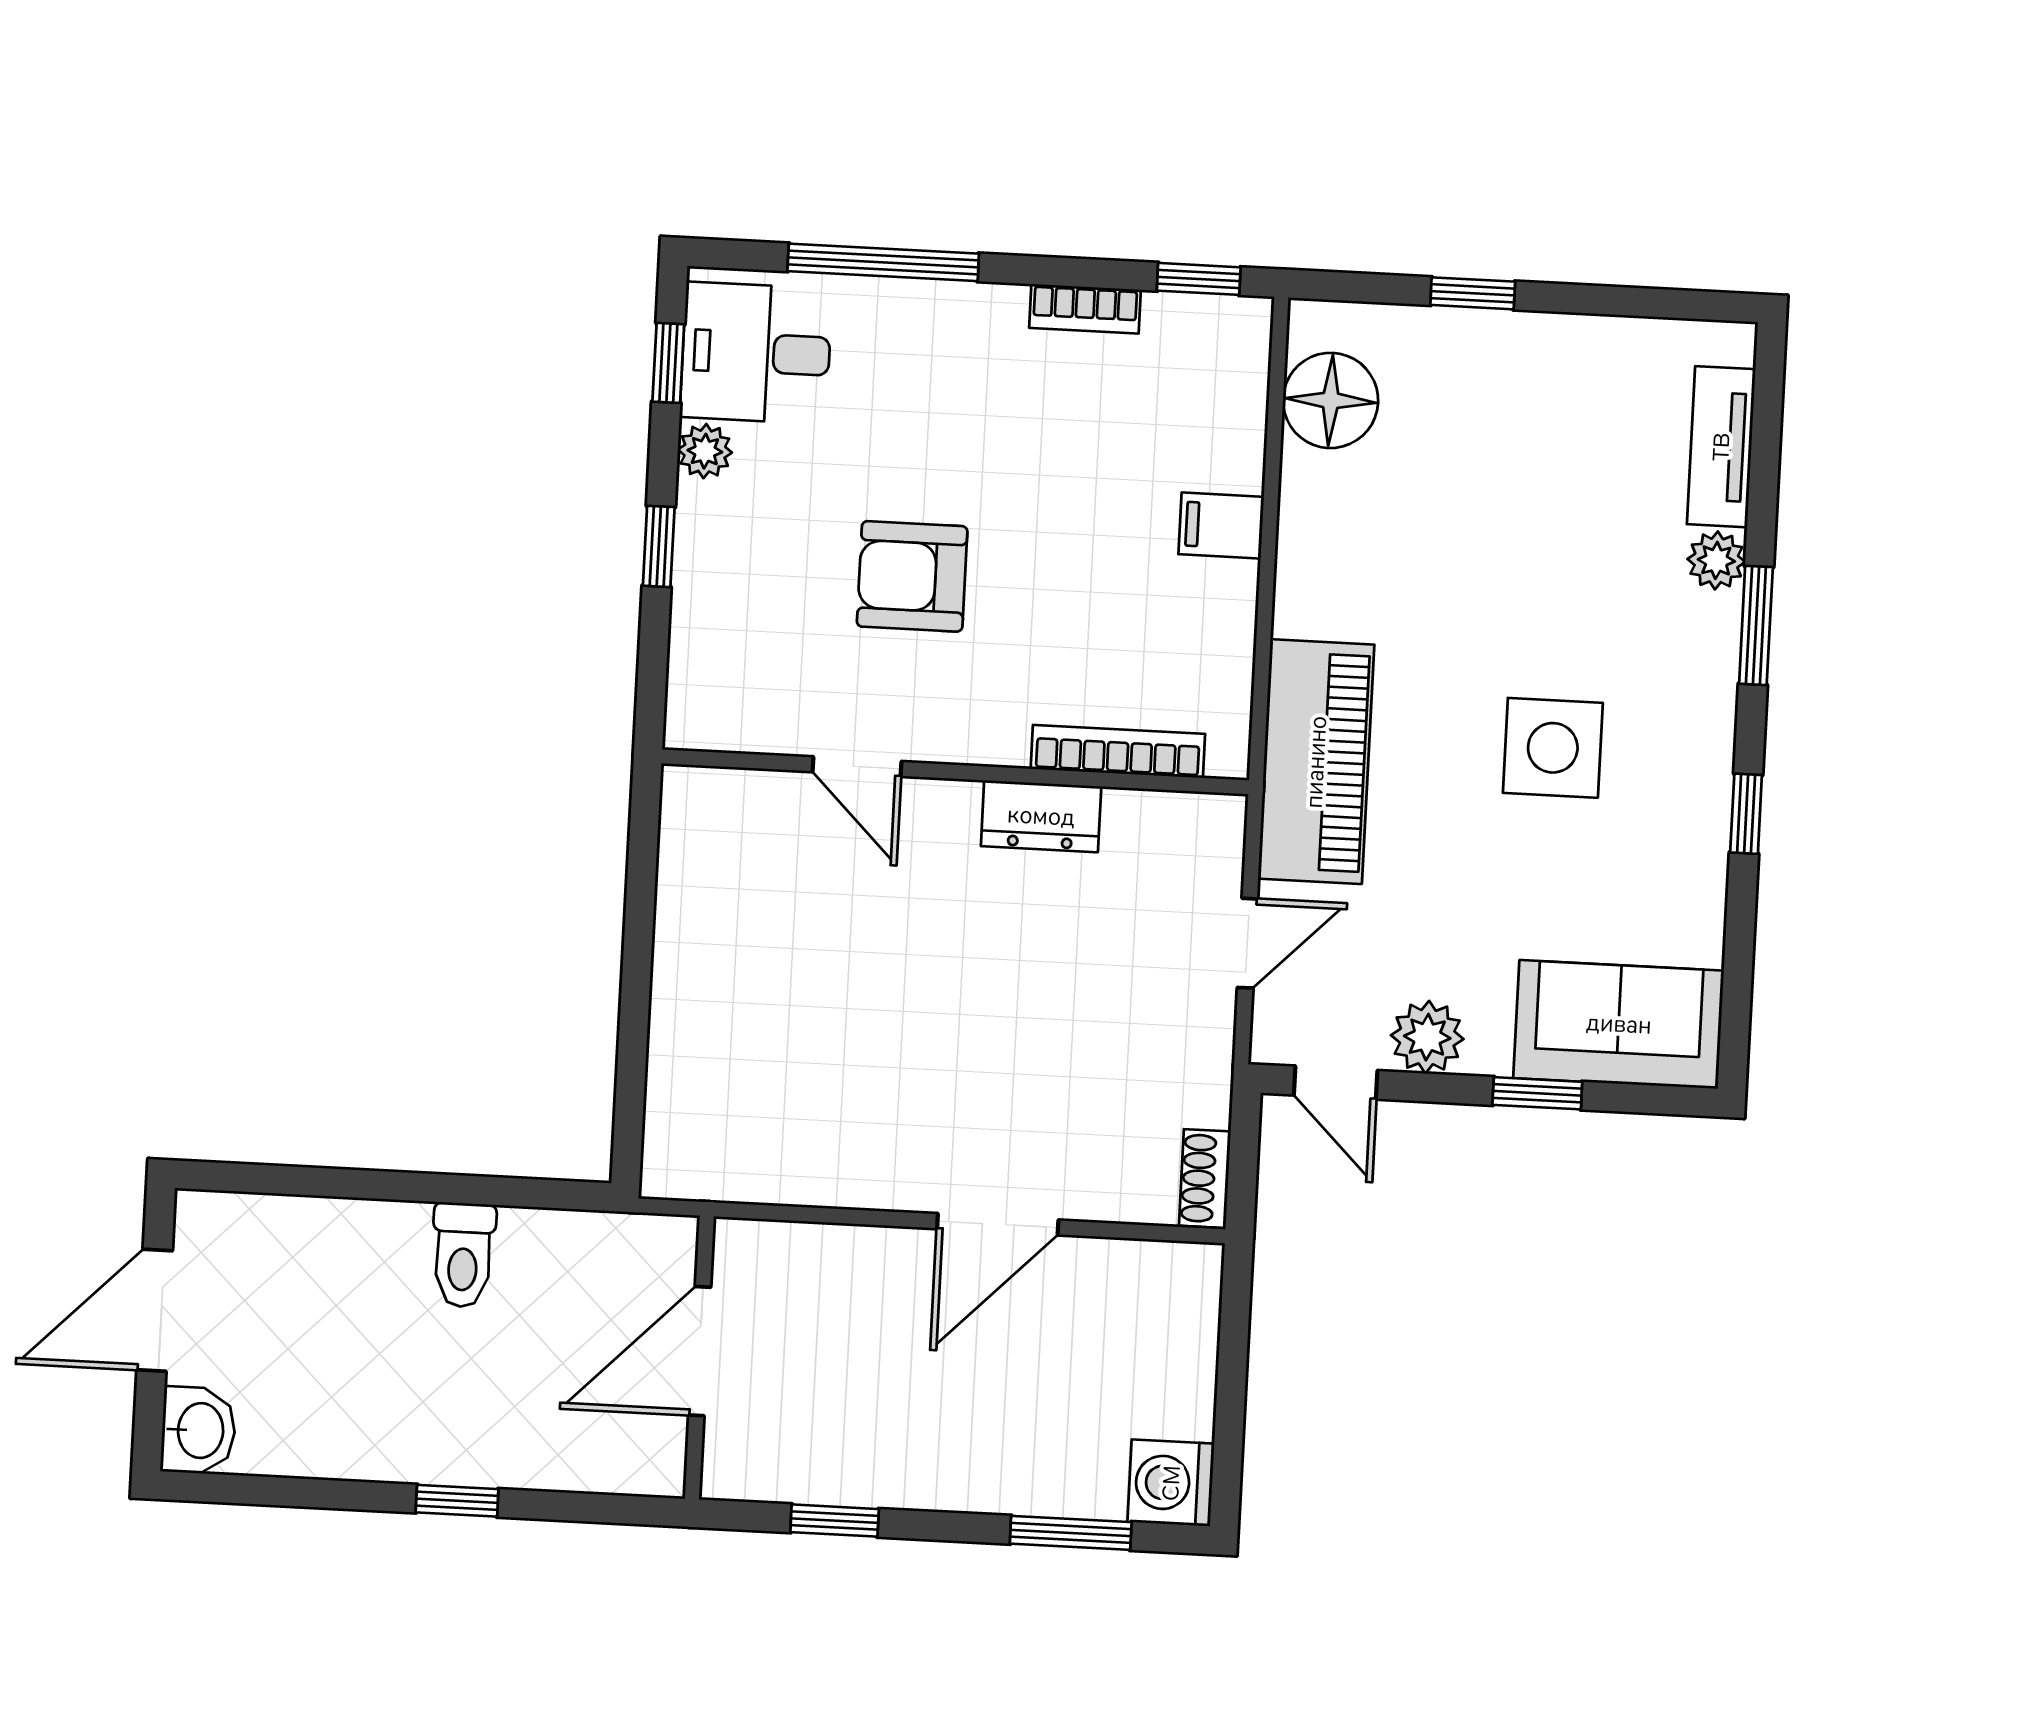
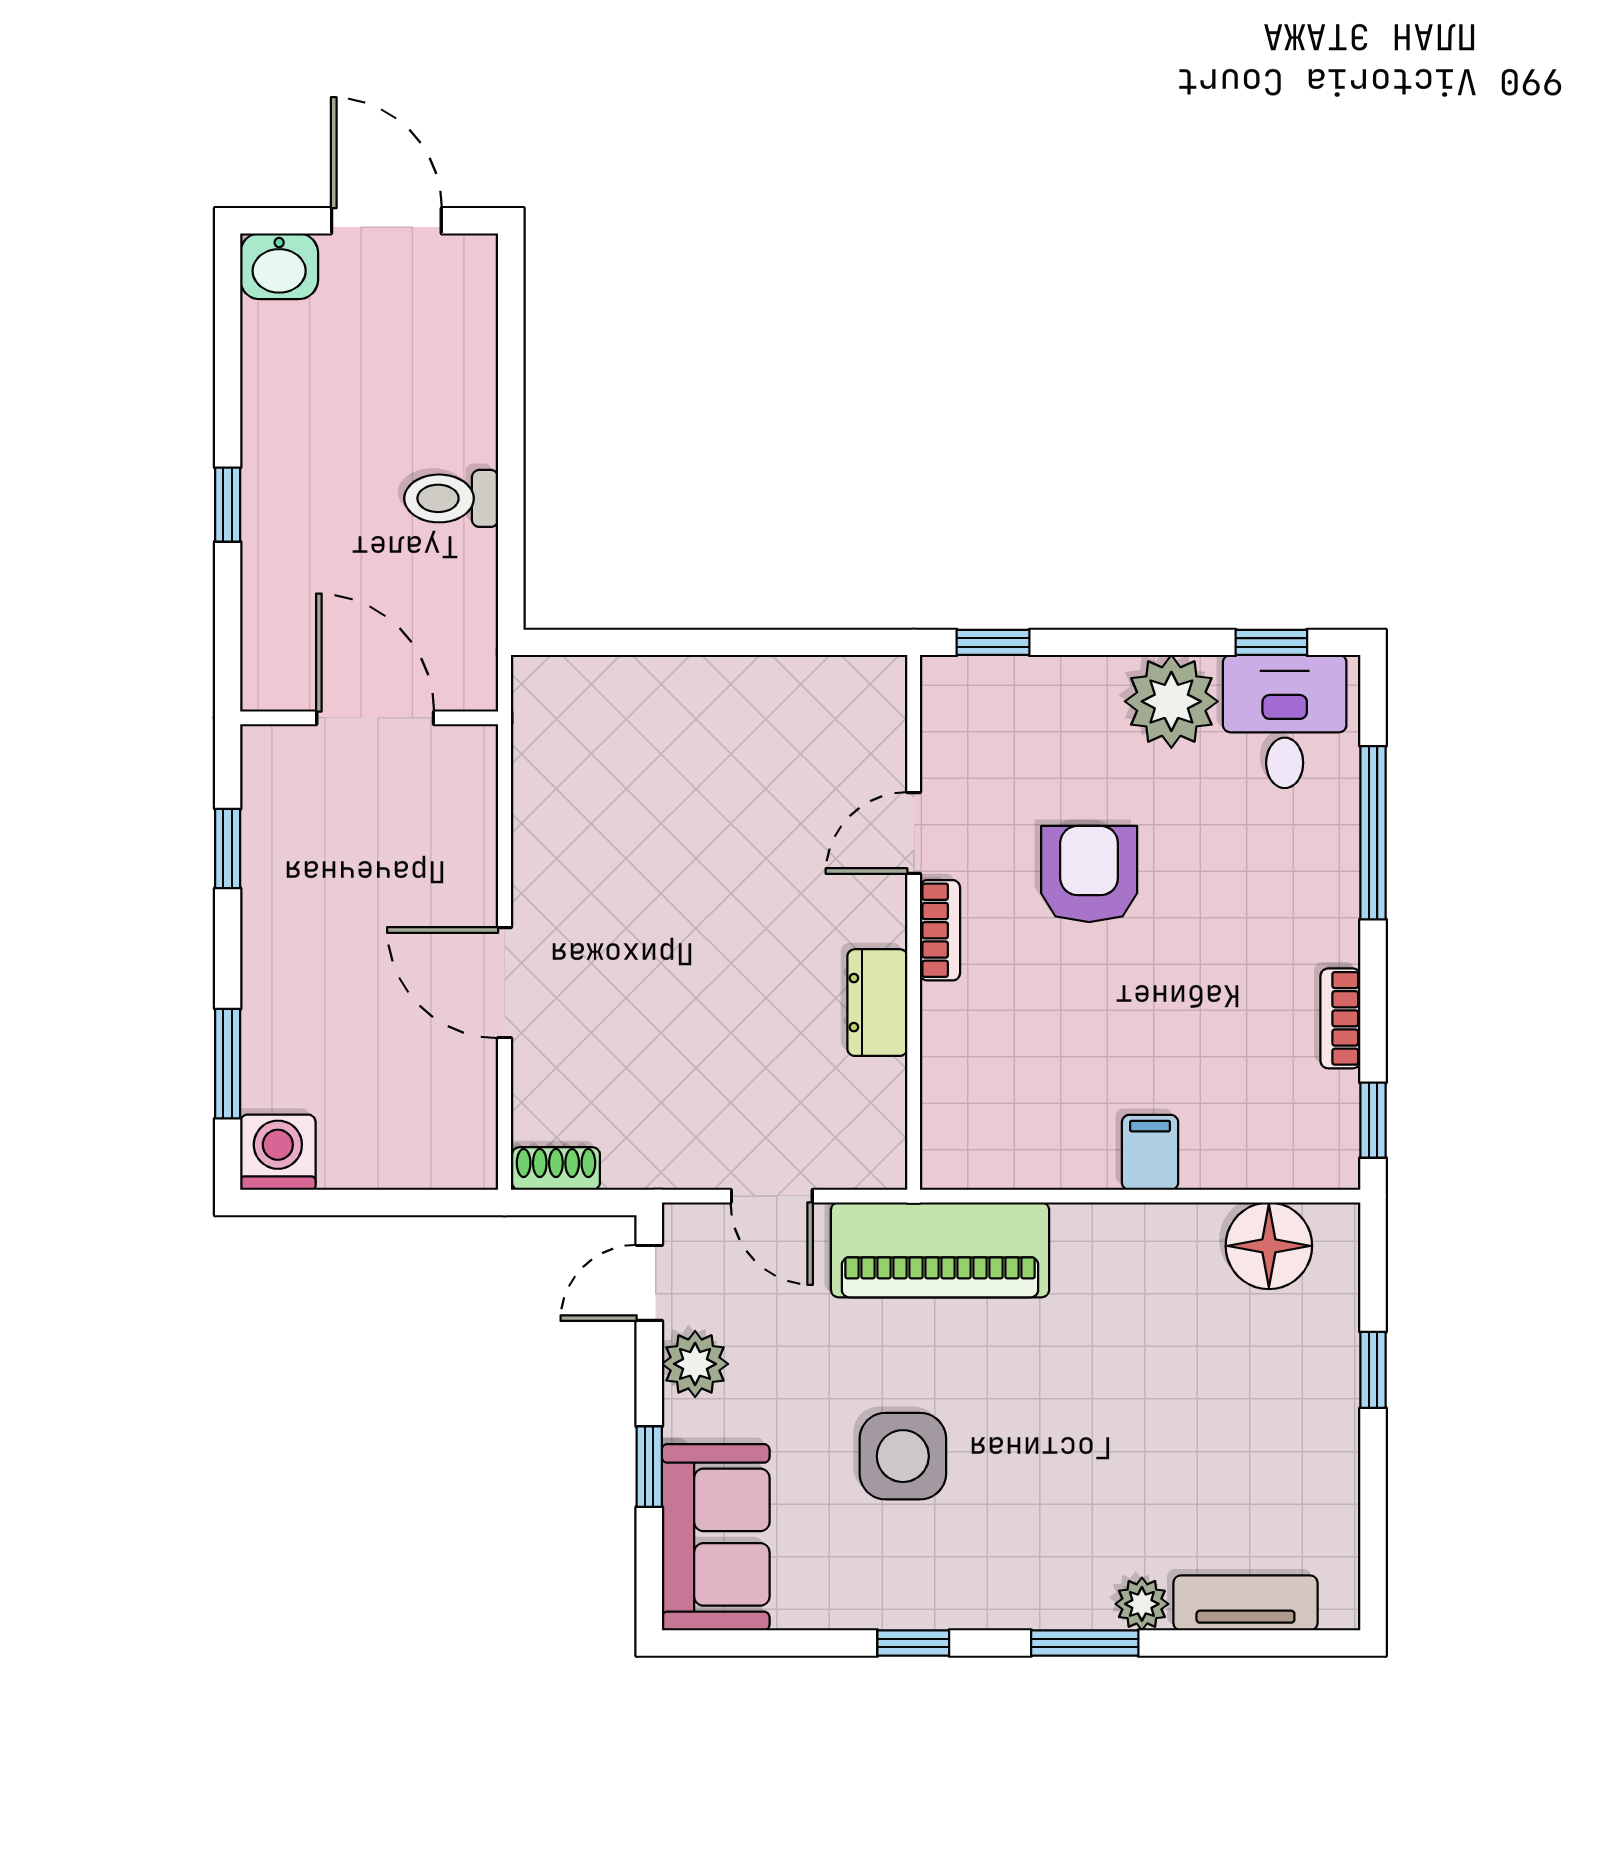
plant: (705, 451) -> (1171, 701), width x1.87, depth x1.87
window: (659, 546) -> (993, 642), moved
side table: (1553, 748) -> (903, 1456), moved
bookcase: (1118, 751) -> (940, 930), moved, width x0.64

